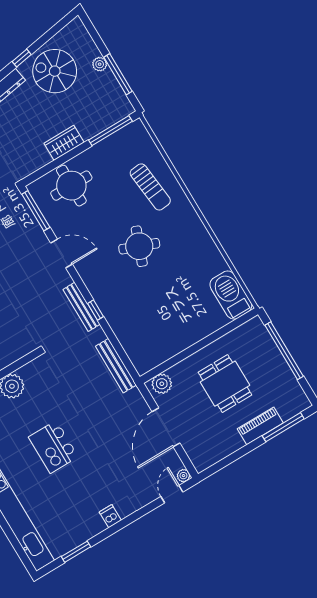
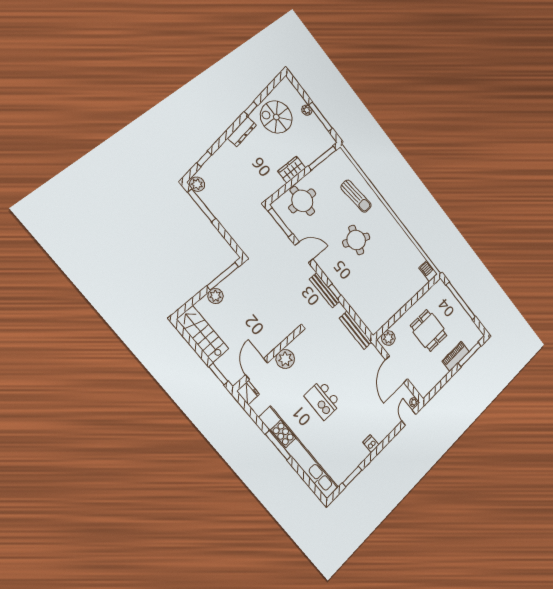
barbecue: (231, 295) -> (428, 271), width x0.53, depth x0.65

